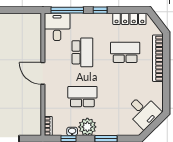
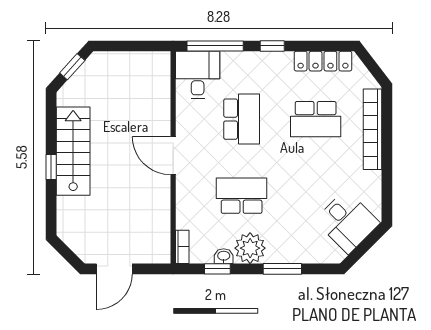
school desk: (125, 52) -> (316, 119), turned 180

